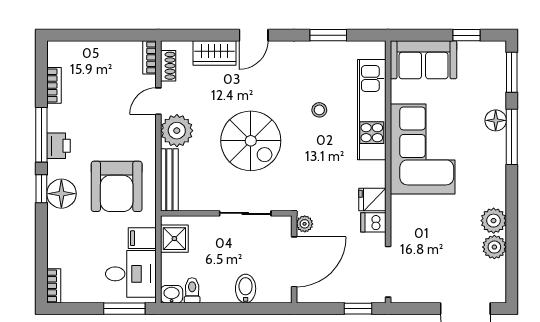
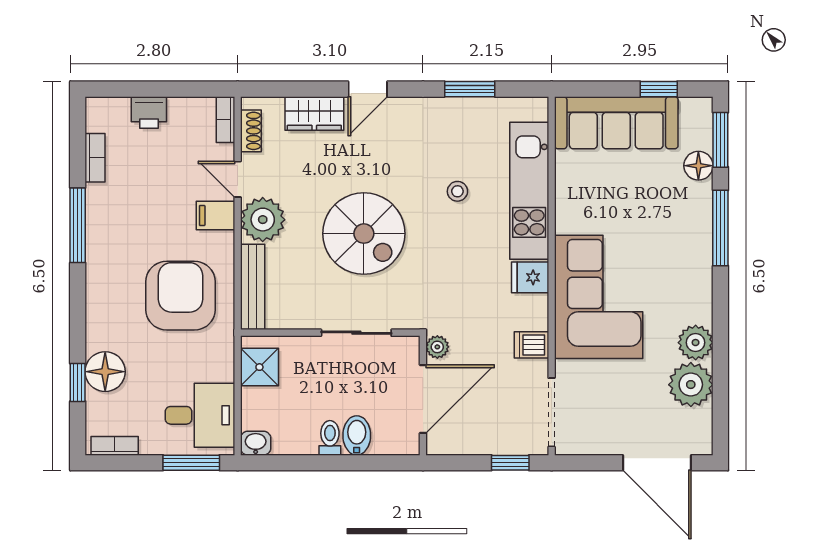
sofa: (424, 60) -> (616, 123), width x1.36
door: (158, 101) -> (238, 179), hinge flipped
floor lamp: (496, 120) -> (698, 166), moved
printer: (58, 146) -> (149, 112), moved, turned 90
corner sofa: (423, 149) -> (599, 297), moved
armchair: (117, 186) -> (181, 296), turned 180
window: (41, 189) -> (78, 382), moved
floor lamp: (61, 194) -> (105, 372), moved
fridge: (372, 200) -> (530, 277), moved
filing cabinet: (142, 238) -> (216, 215), moved
plant: (494, 247) -> (691, 385), width x1.36, depth x1.36
bookcase: (54, 286) -> (115, 446), moved, turned -90
toilet: (192, 290) -> (330, 438), moved

